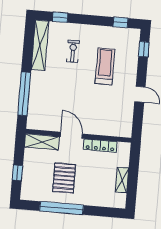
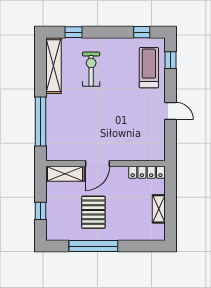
exercise bike: (73, 51) -> (91, 69), width x1.38, depth x1.39
treadmill: (105, 66) -> (149, 68), moved
door: (71, 135) -> (97, 163), swing flipped
locker: (100, 146) -> (147, 172), moved

